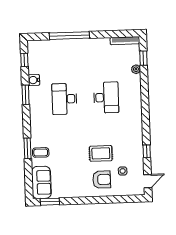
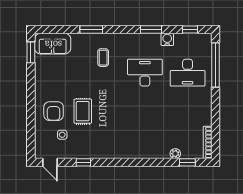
window: (69, 36) -> (215, 65), moved
desk: (106, 97) -> (188, 73), moved
coffee table: (41, 152) -> (103, 58), moved

